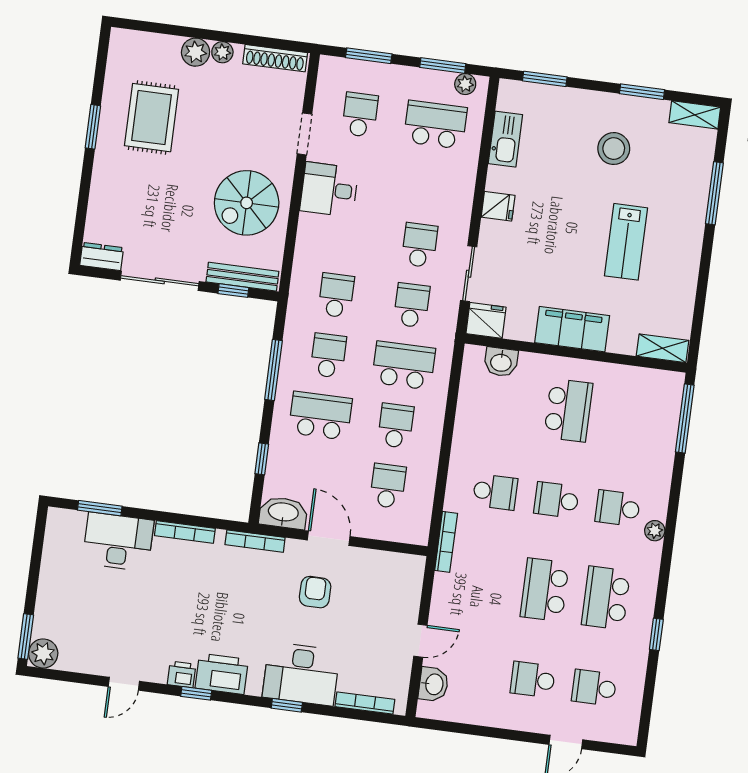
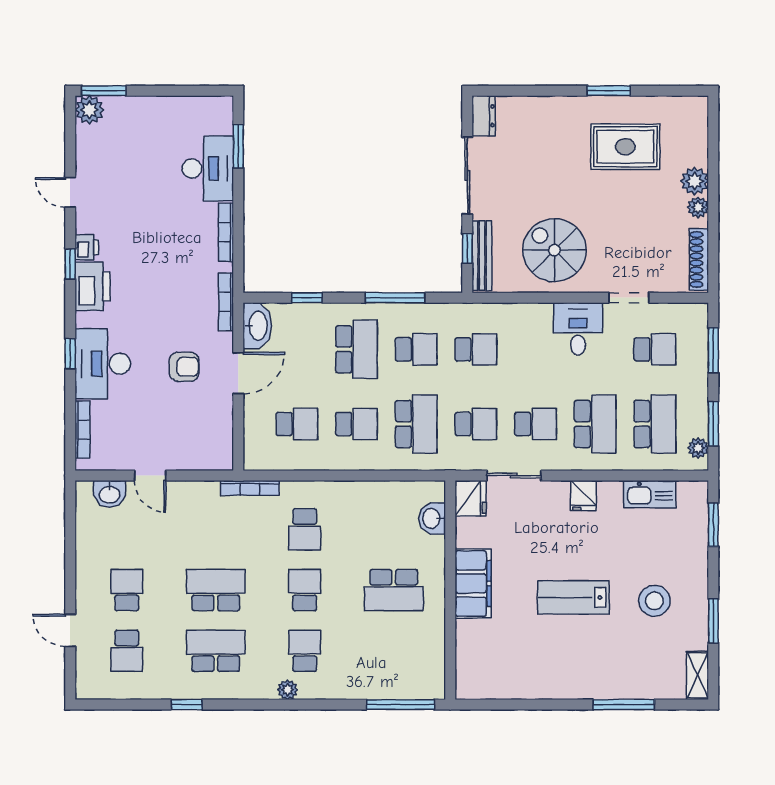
school desk: (427, 185) -> (595, 424), added
lab bench: (626, 242) -> (573, 597), moved
shelving: (663, 348) -> (466, 674), removed
school desk: (594, 688) -> (127, 651), turned 180

